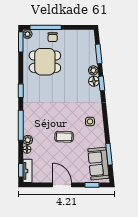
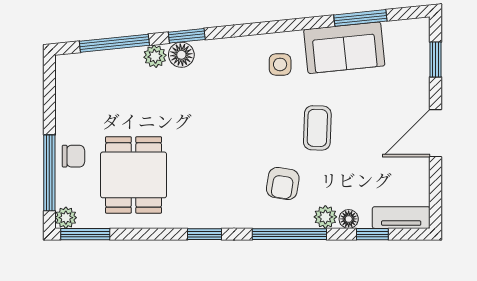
window: (99, 54) -> (114, 43), width x1.44
armchair: (41, 123) -> (283, 184), added
sofa: (98, 164) -> (344, 48), moved
window: (21, 170) -> (372, 234), moved

